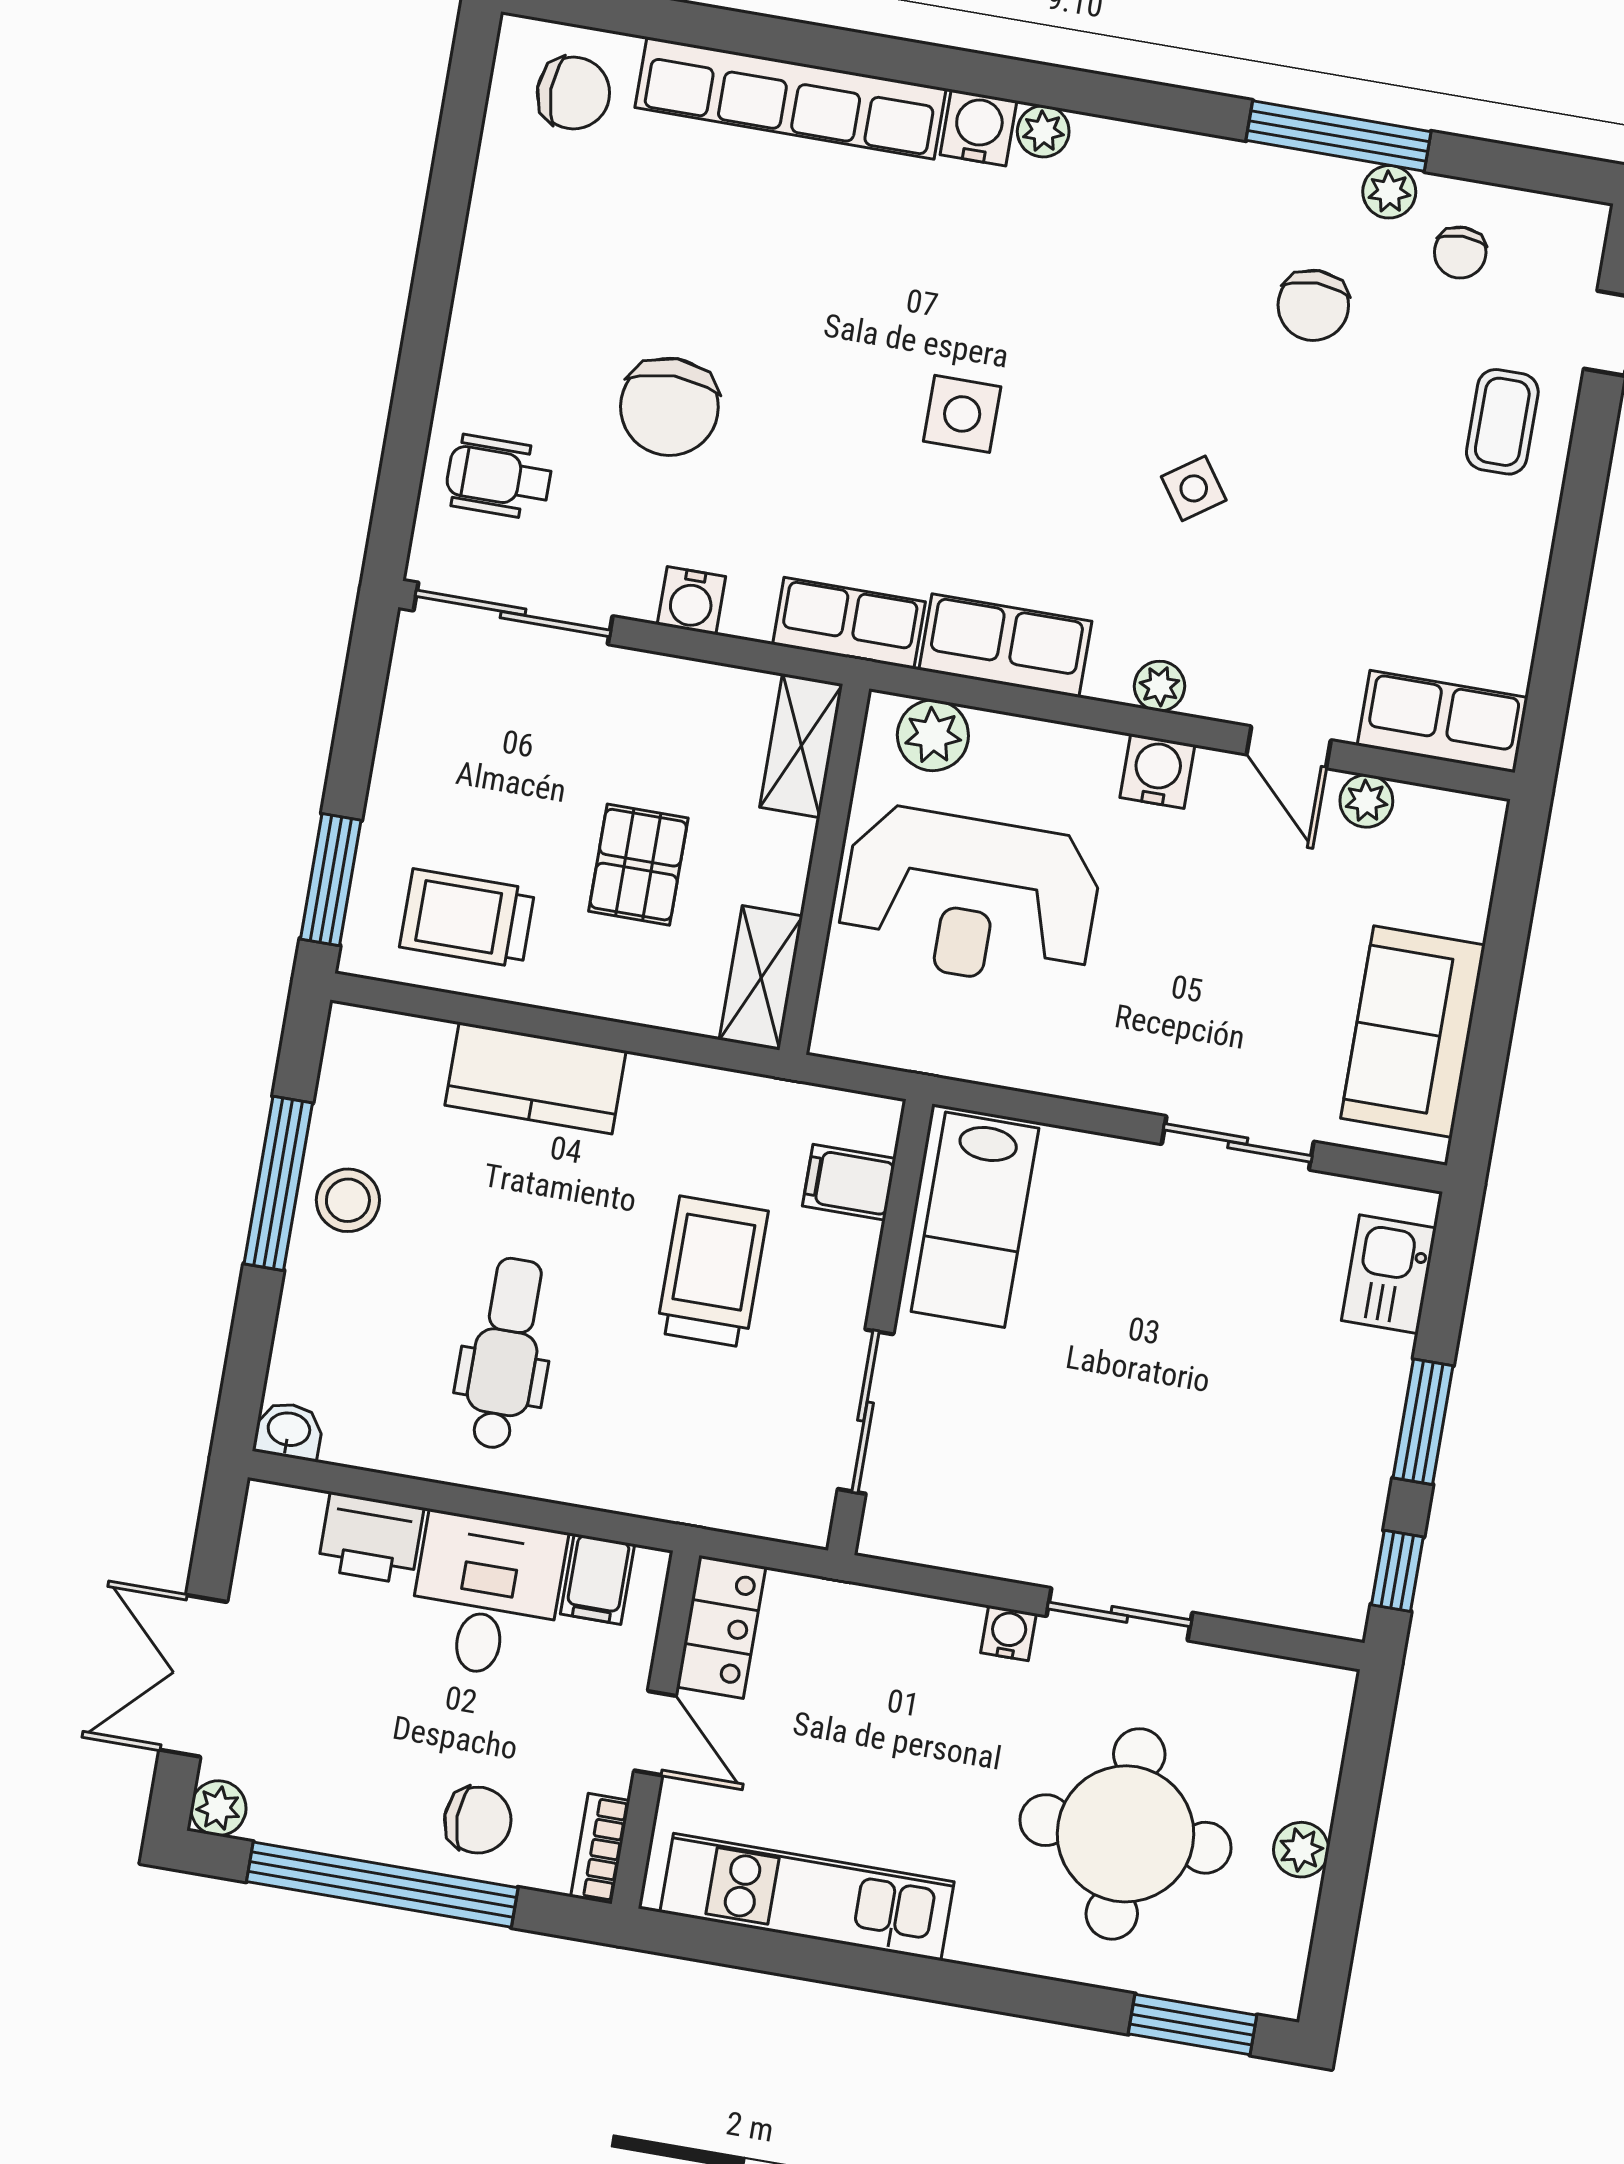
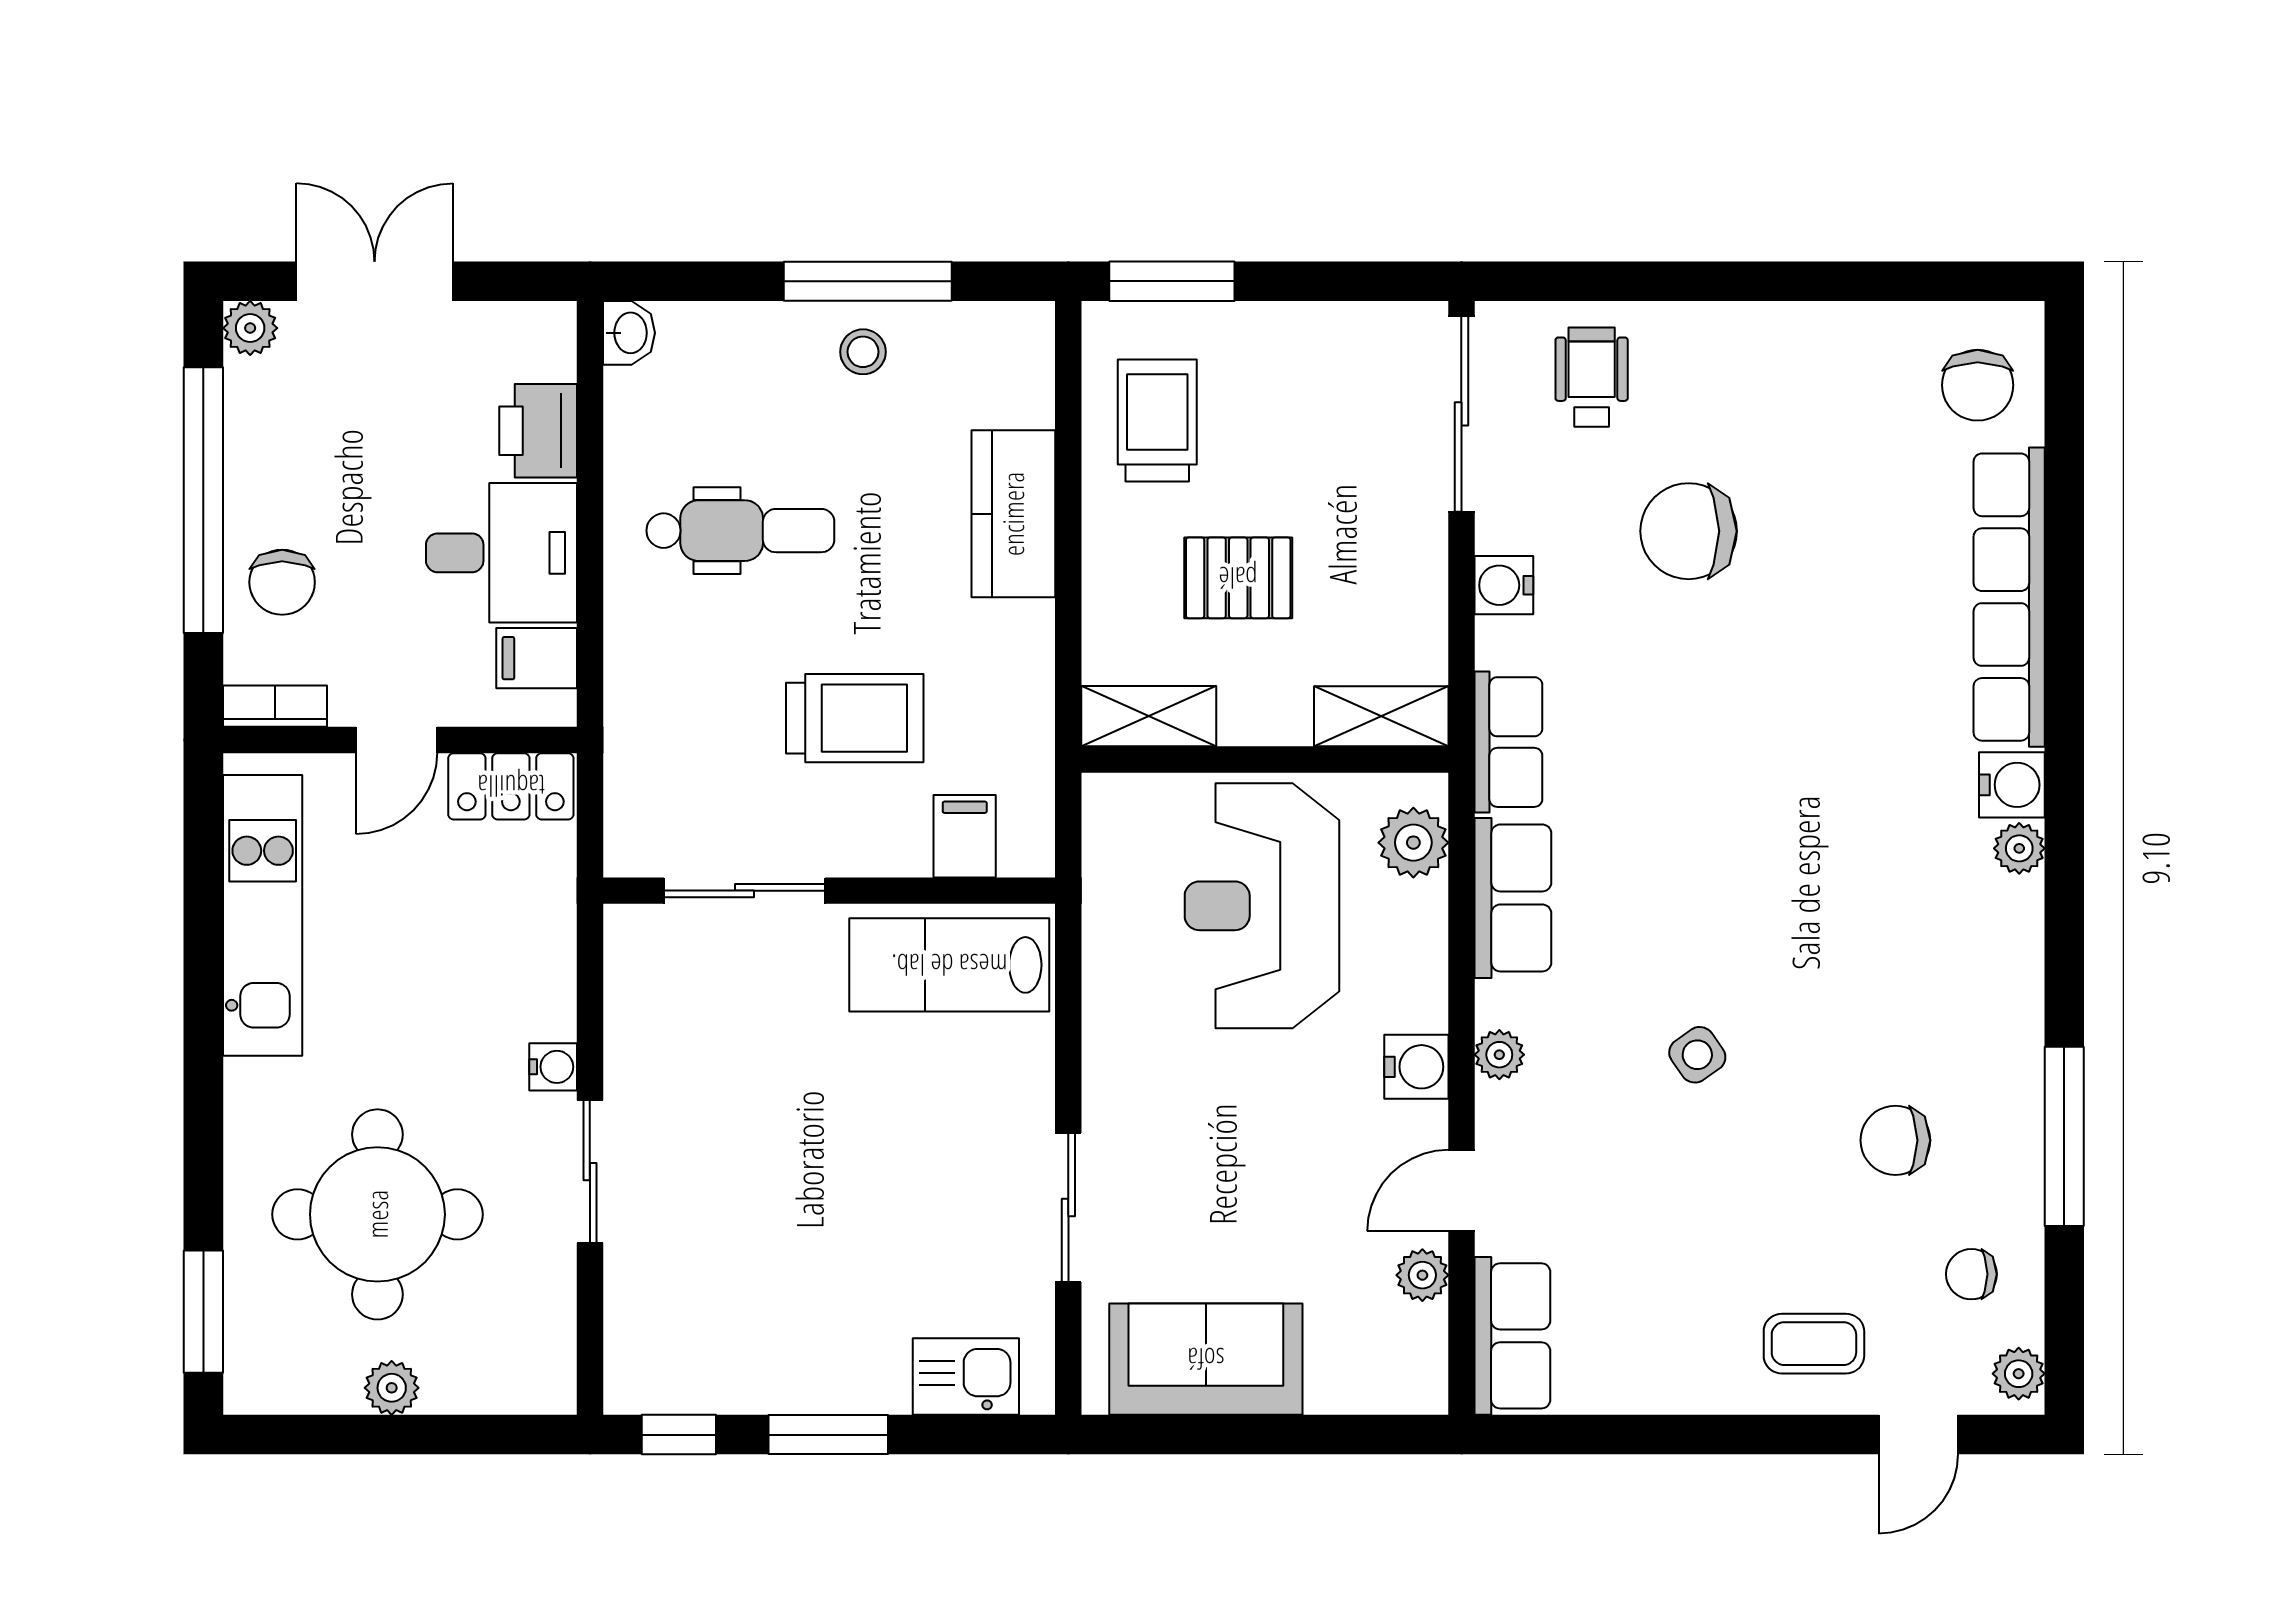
plant: (1389, 192) -> (2019, 1374), moved
side table: (962, 414) -> (1731, 817), removed
stool: (348, 1200) -> (863, 352), width x0.73, depth x0.73

